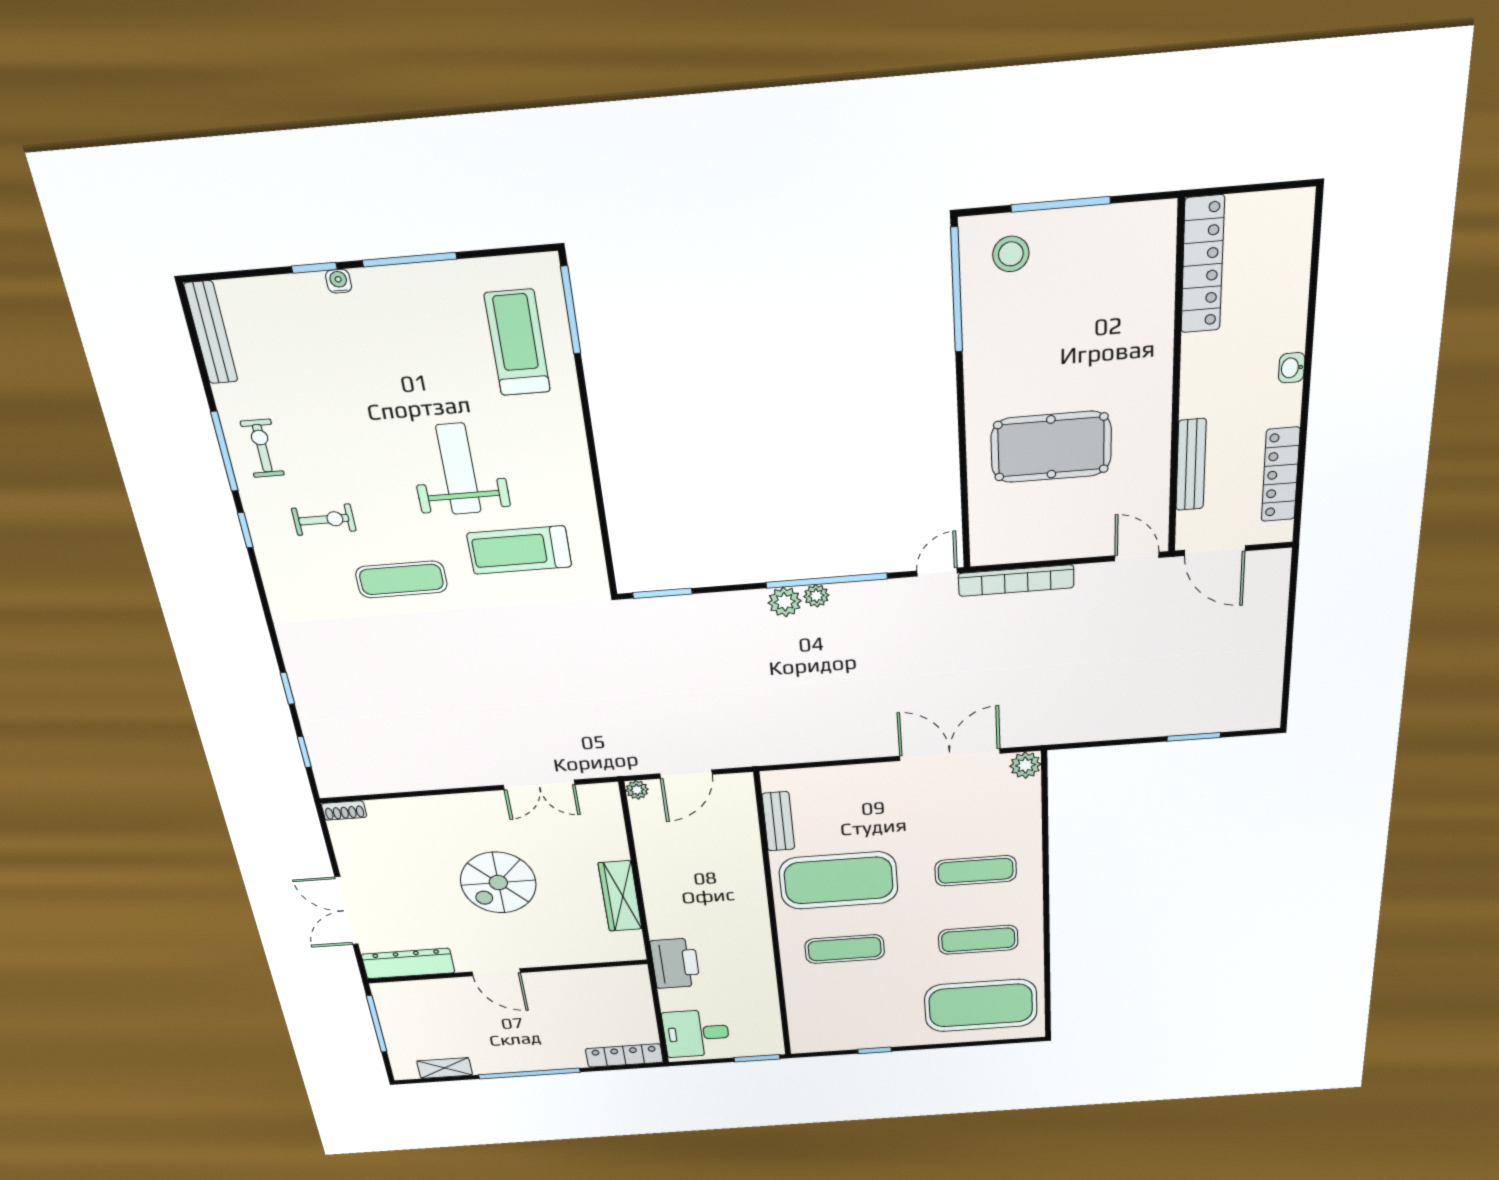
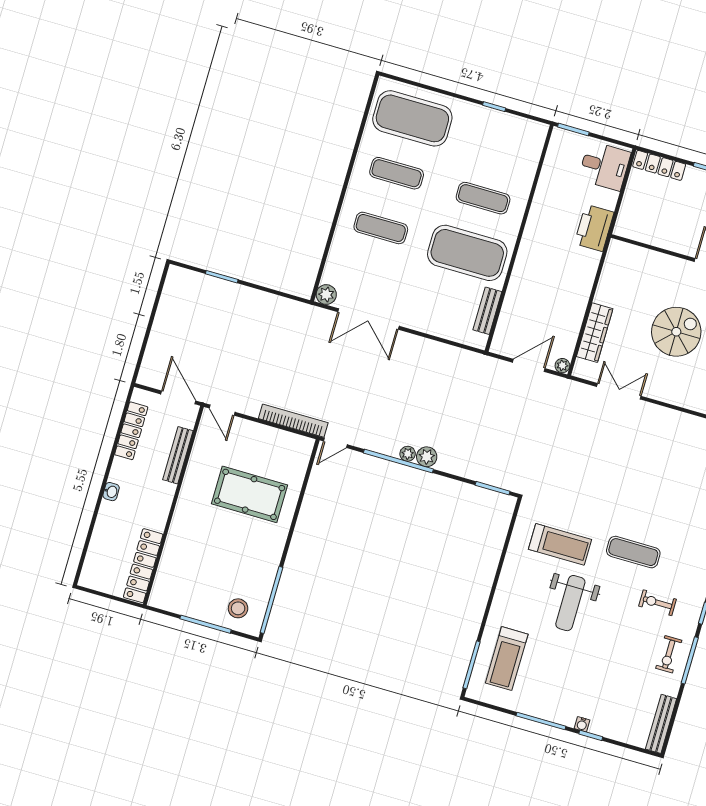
wardrobe: (620, 896) -> (595, 333), moved

